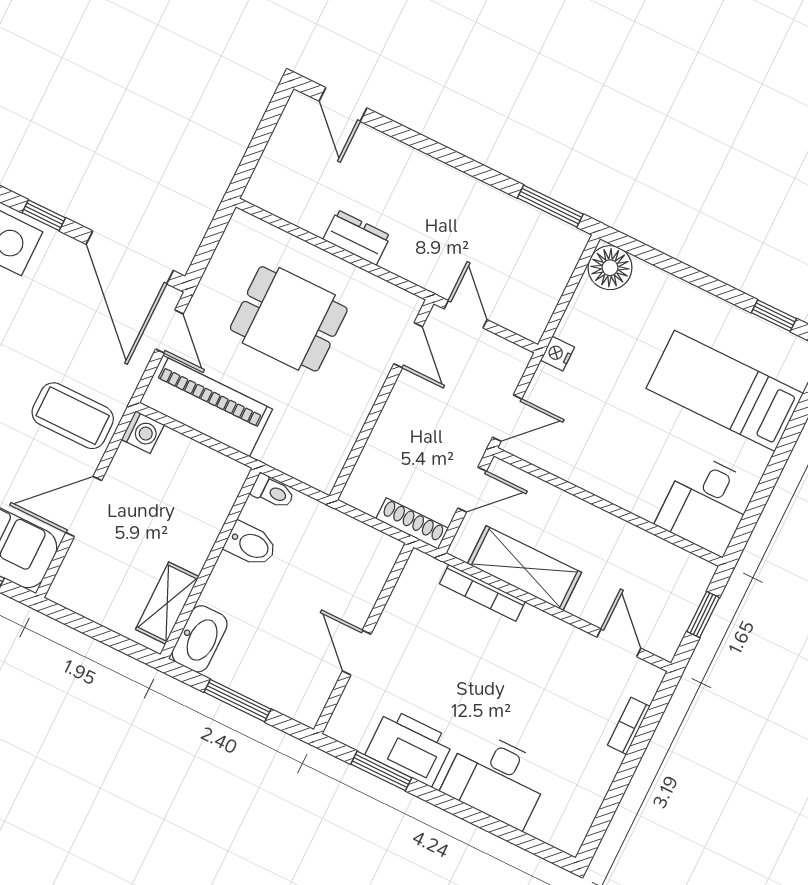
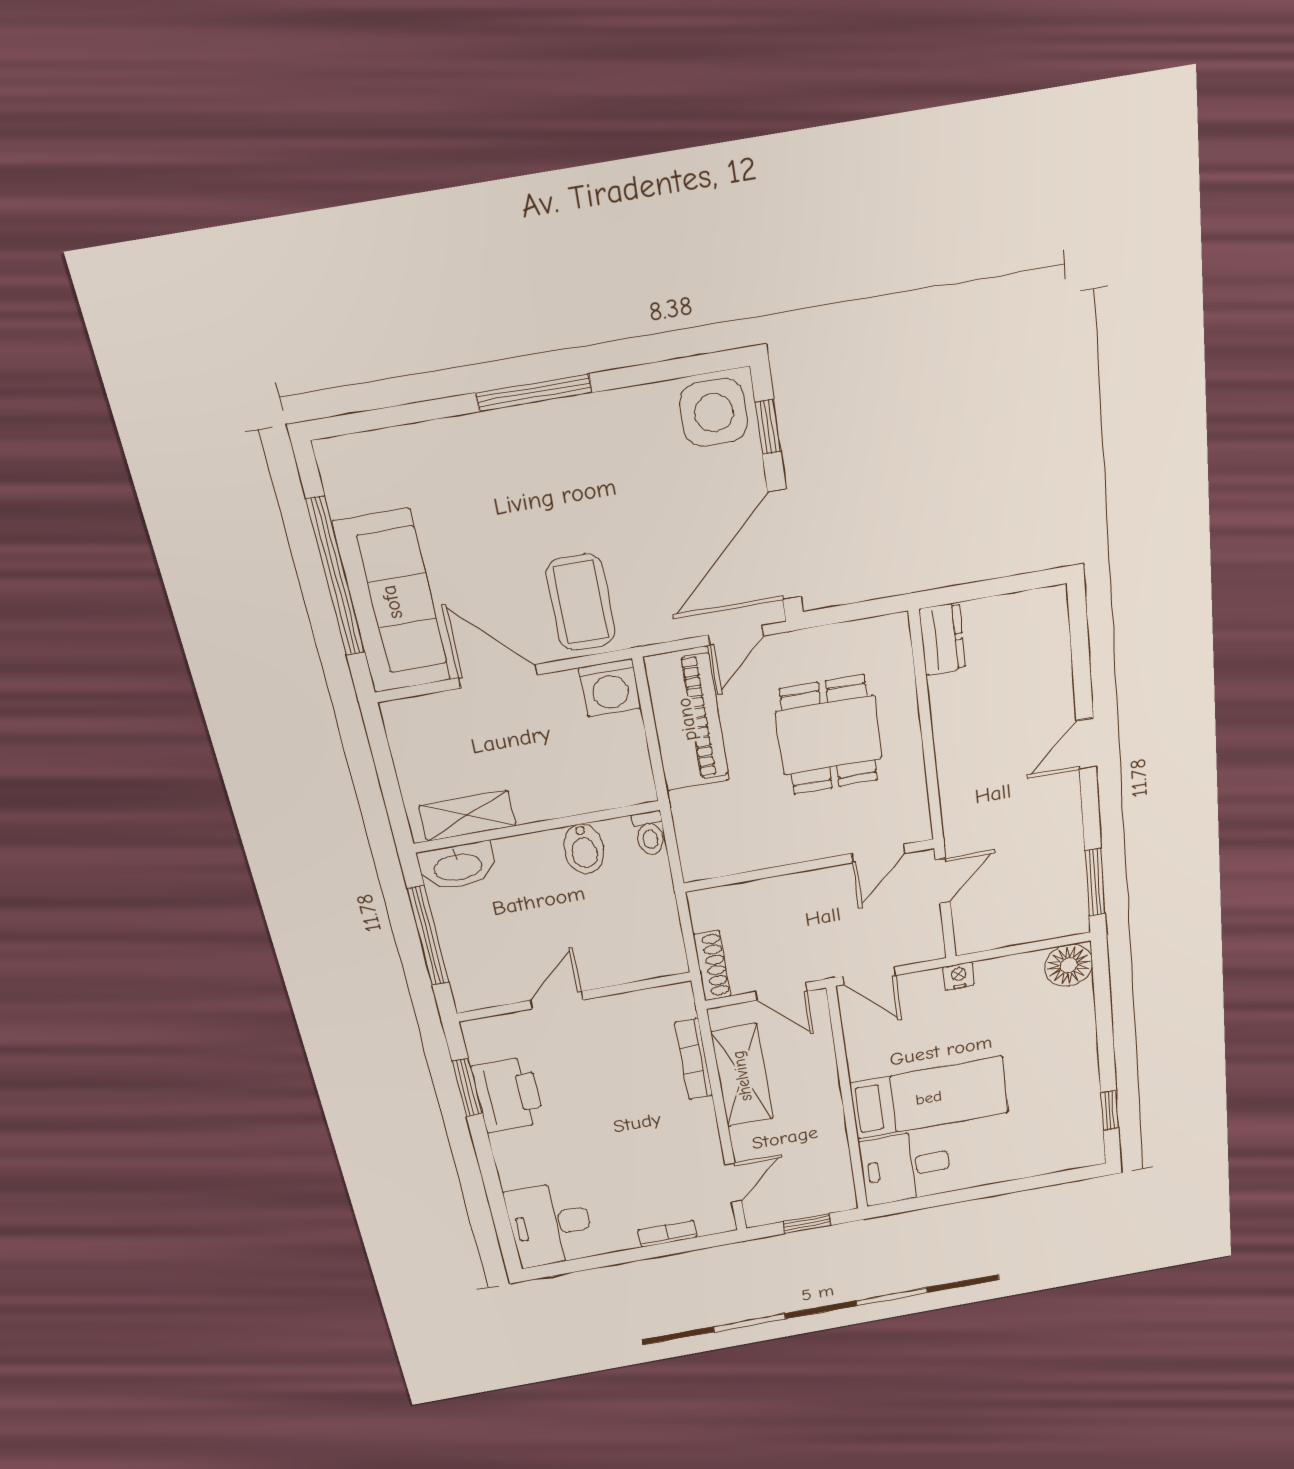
door: (343, 105) -> (1086, 744), moved
dresser: (357, 238) -> (942, 639), moved
bed: (725, 391) -> (929, 1098), moved, turned 90
washing machine: (143, 432) -> (610, 688), width x1.38, depth x1.38
window: (238, 701) -> (428, 936), width x1.44
desk: (496, 779) -> (550, 1224), moved

